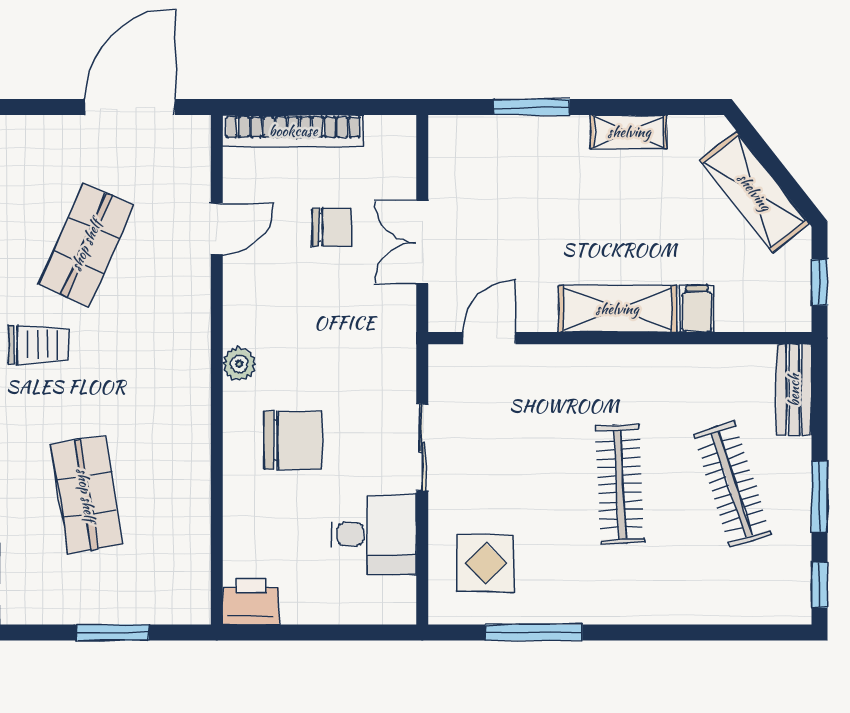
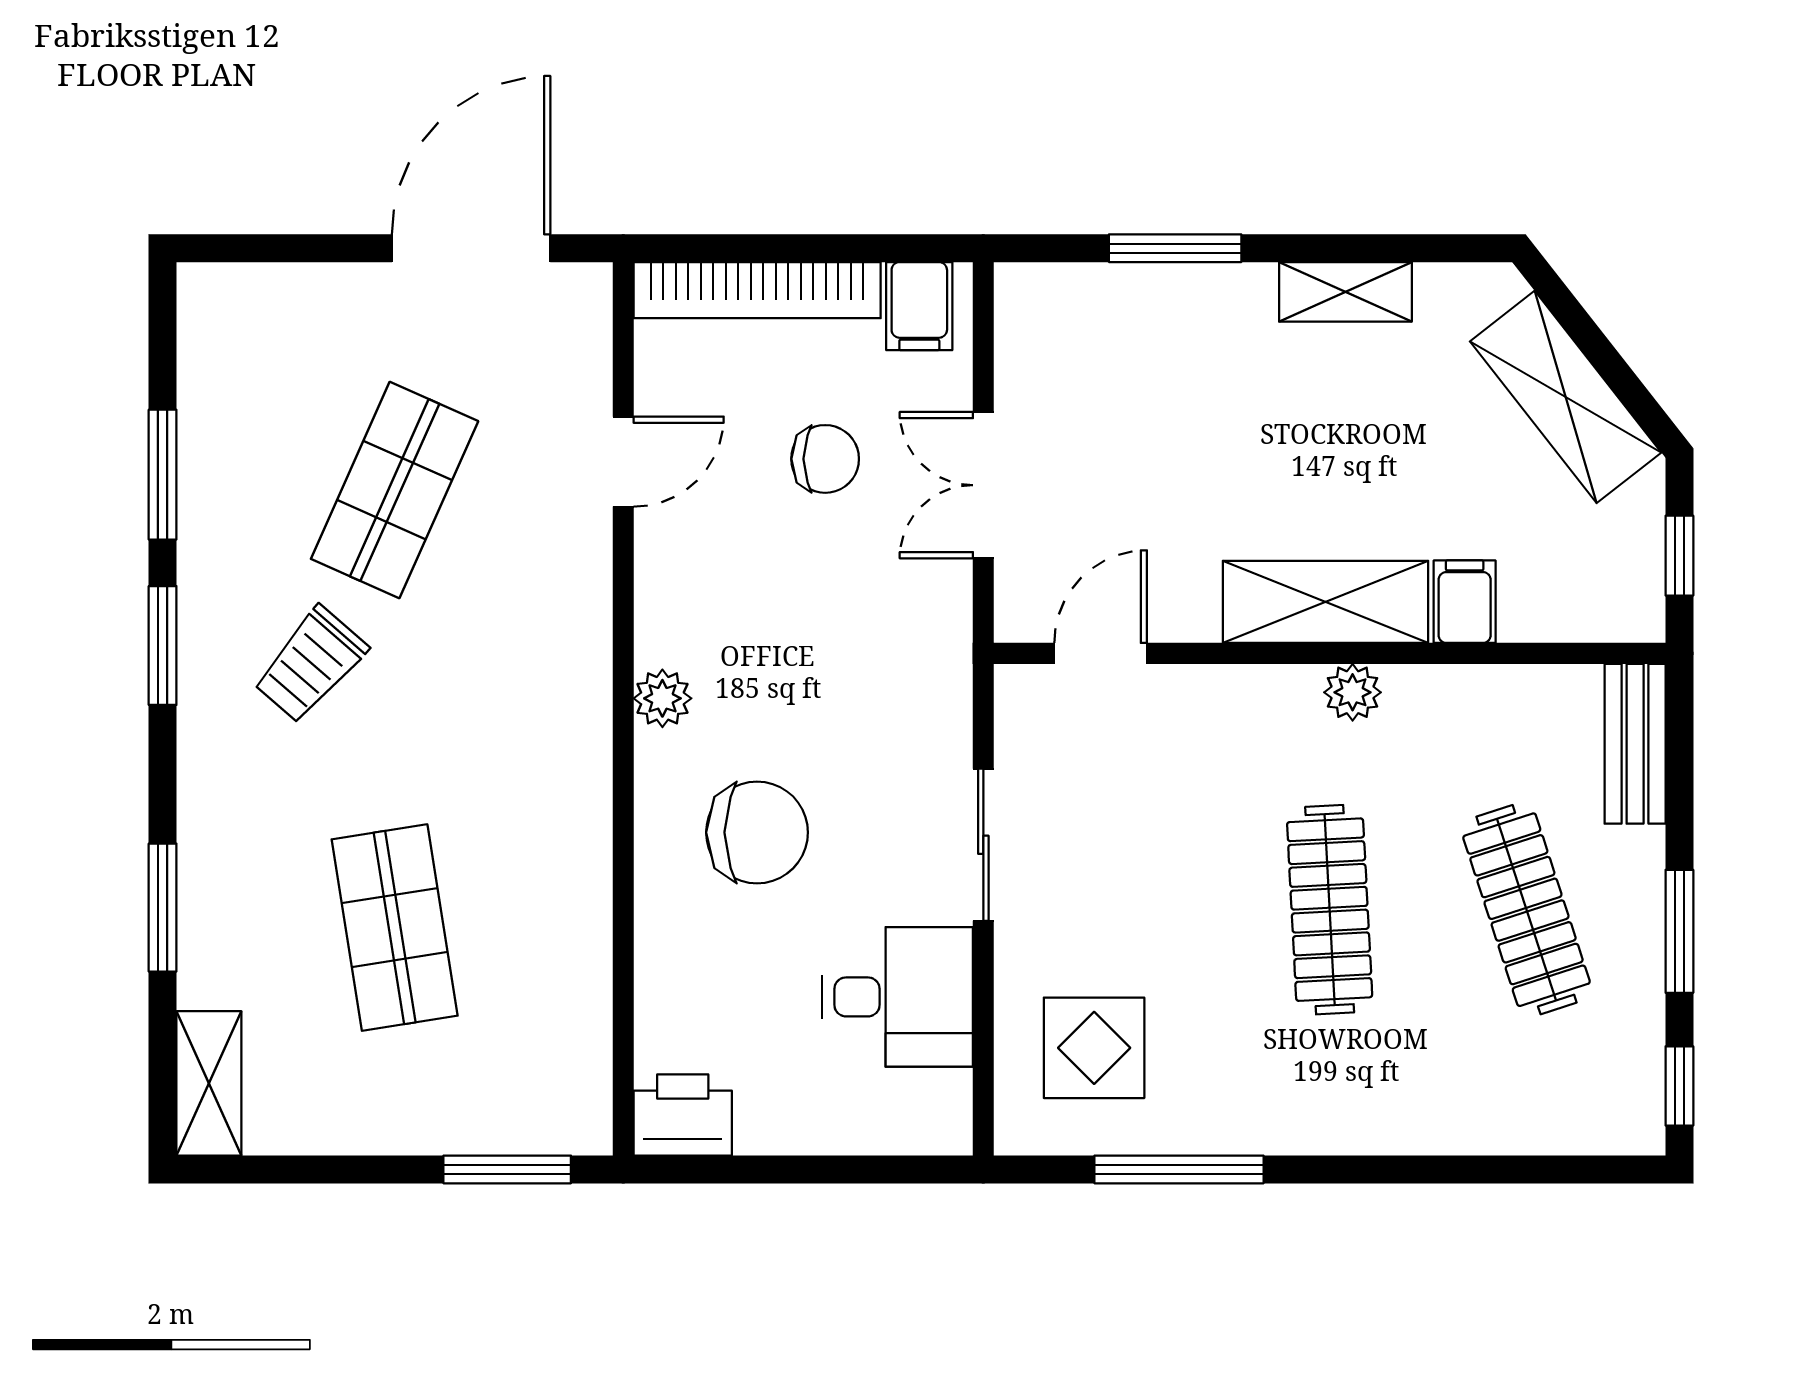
filing cabinet: (386, 140) -> (919, 306), added
trolley: (38, 345) -> (311, 665), turned 131
plant: (633, 360) -> (1353, 692), added
window: (113, 633) -> (507, 1169), moved

